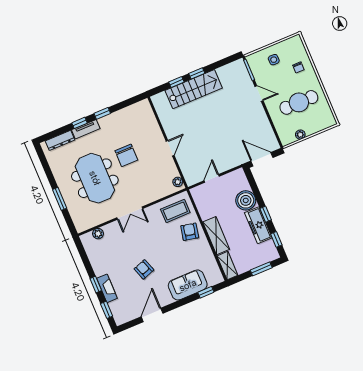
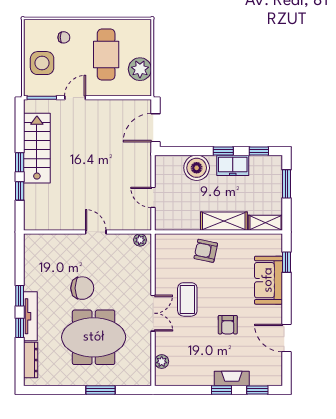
side table: (274, 60) -> (42, 63), width x1.87, depth x1.87
stairs: (194, 89) -> (37, 148), moved
tv unit: (86, 129) -> (30, 316), width x1.41
plant: (300, 135) -> (140, 69), width x1.88, depth x1.88
coffee table: (175, 211) -> (187, 299), moved
freezer: (258, 225) -> (233, 165), width x0.71
armchair: (144, 269) -> (228, 325), turned -71

